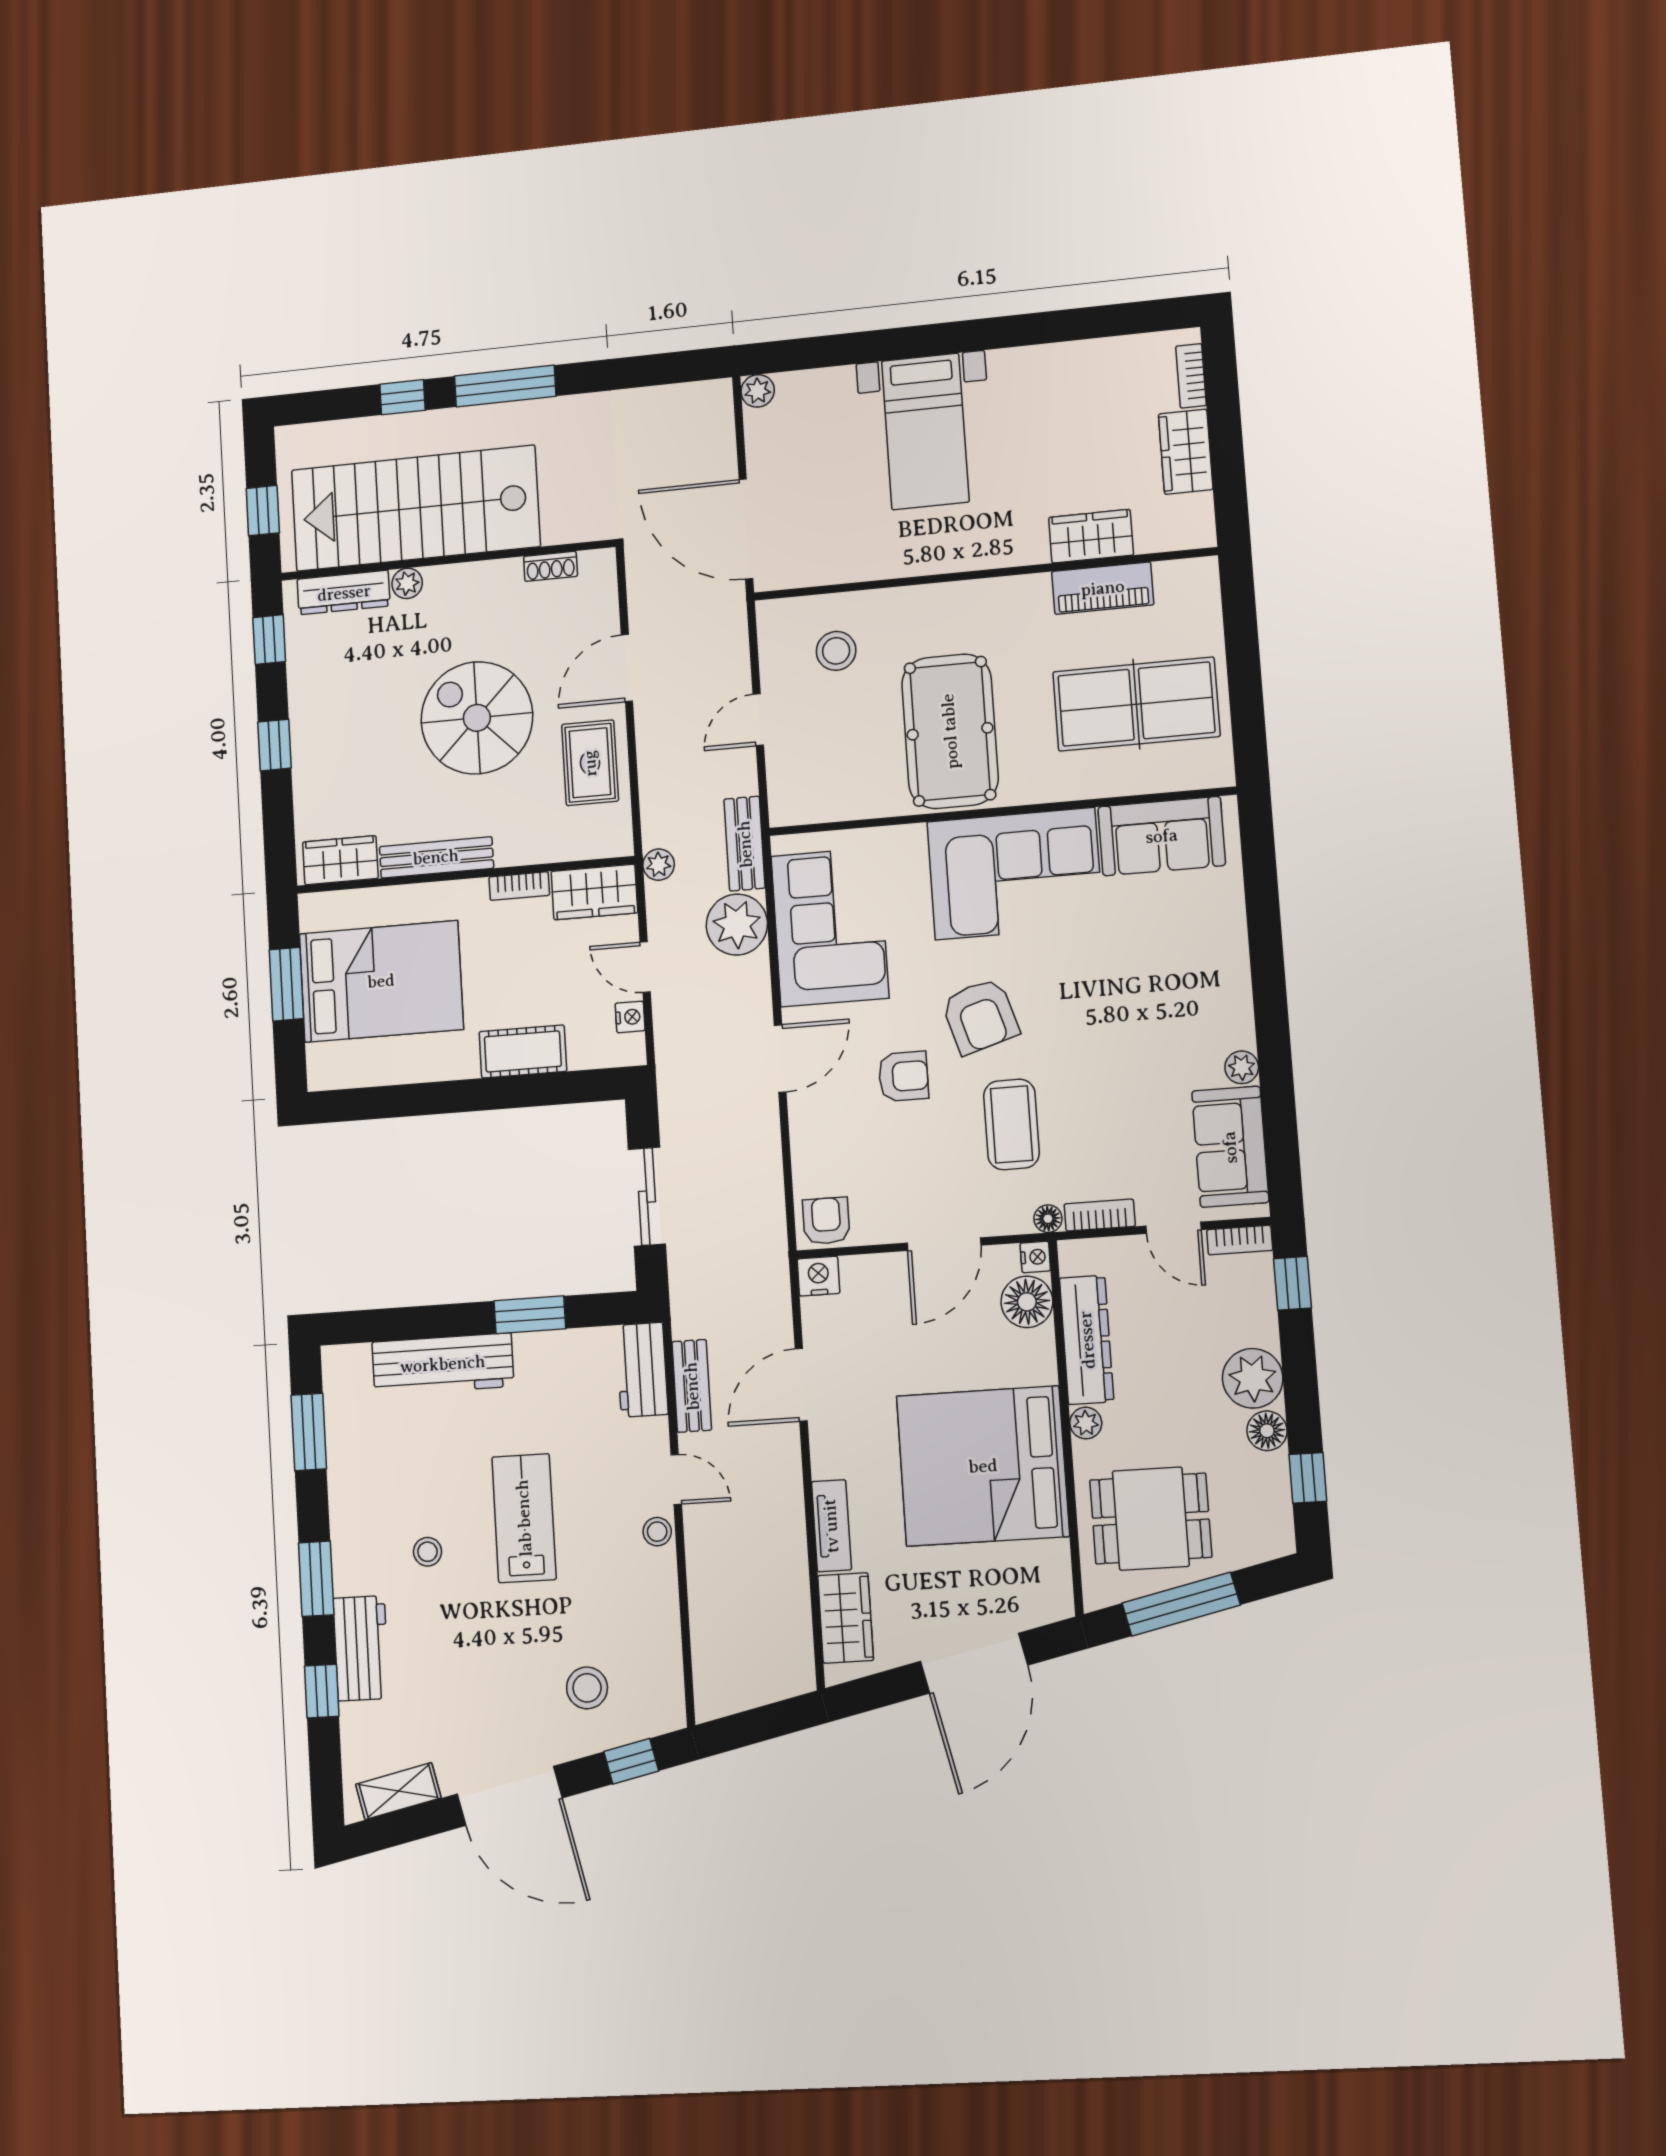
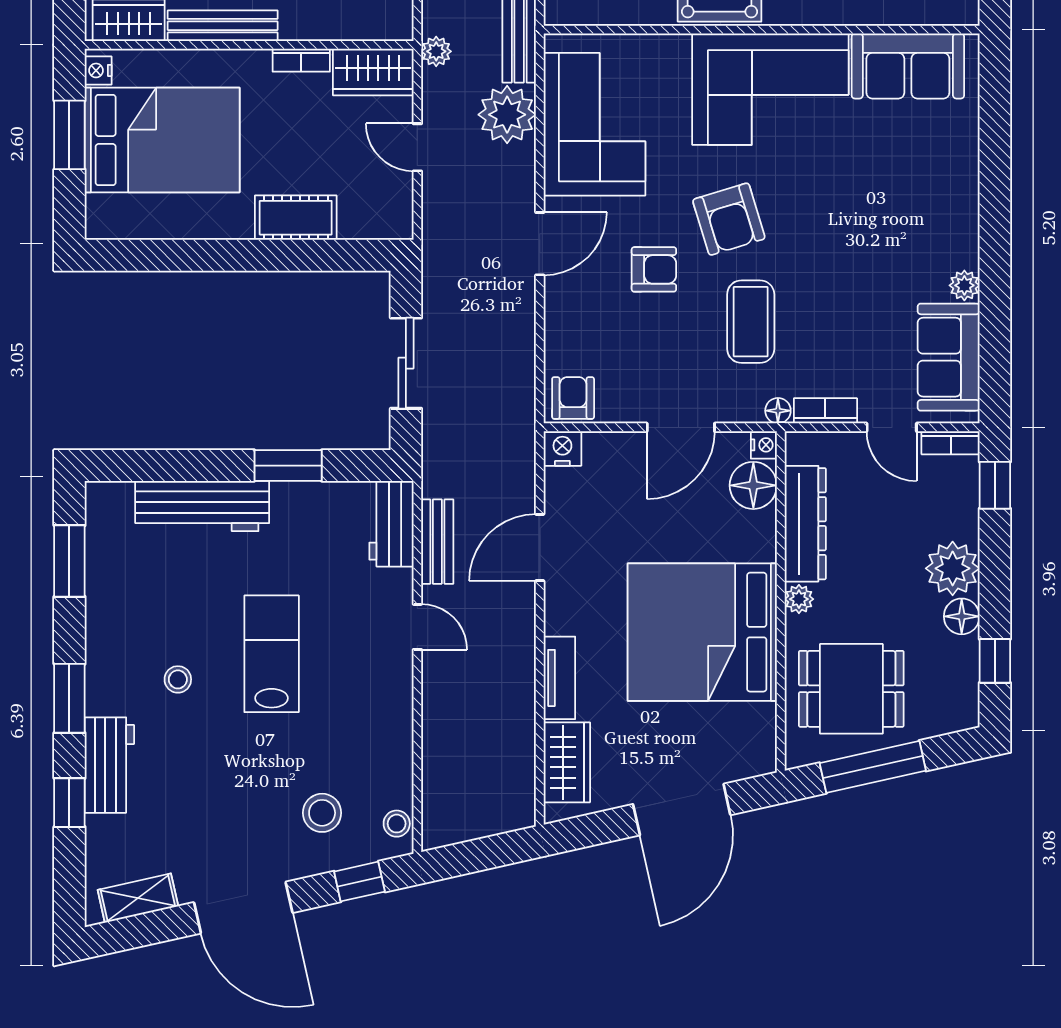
nightstand: (630, 1017) -> (98, 70), moved, turned 180
stool: (657, 1532) -> (397, 824), moved

